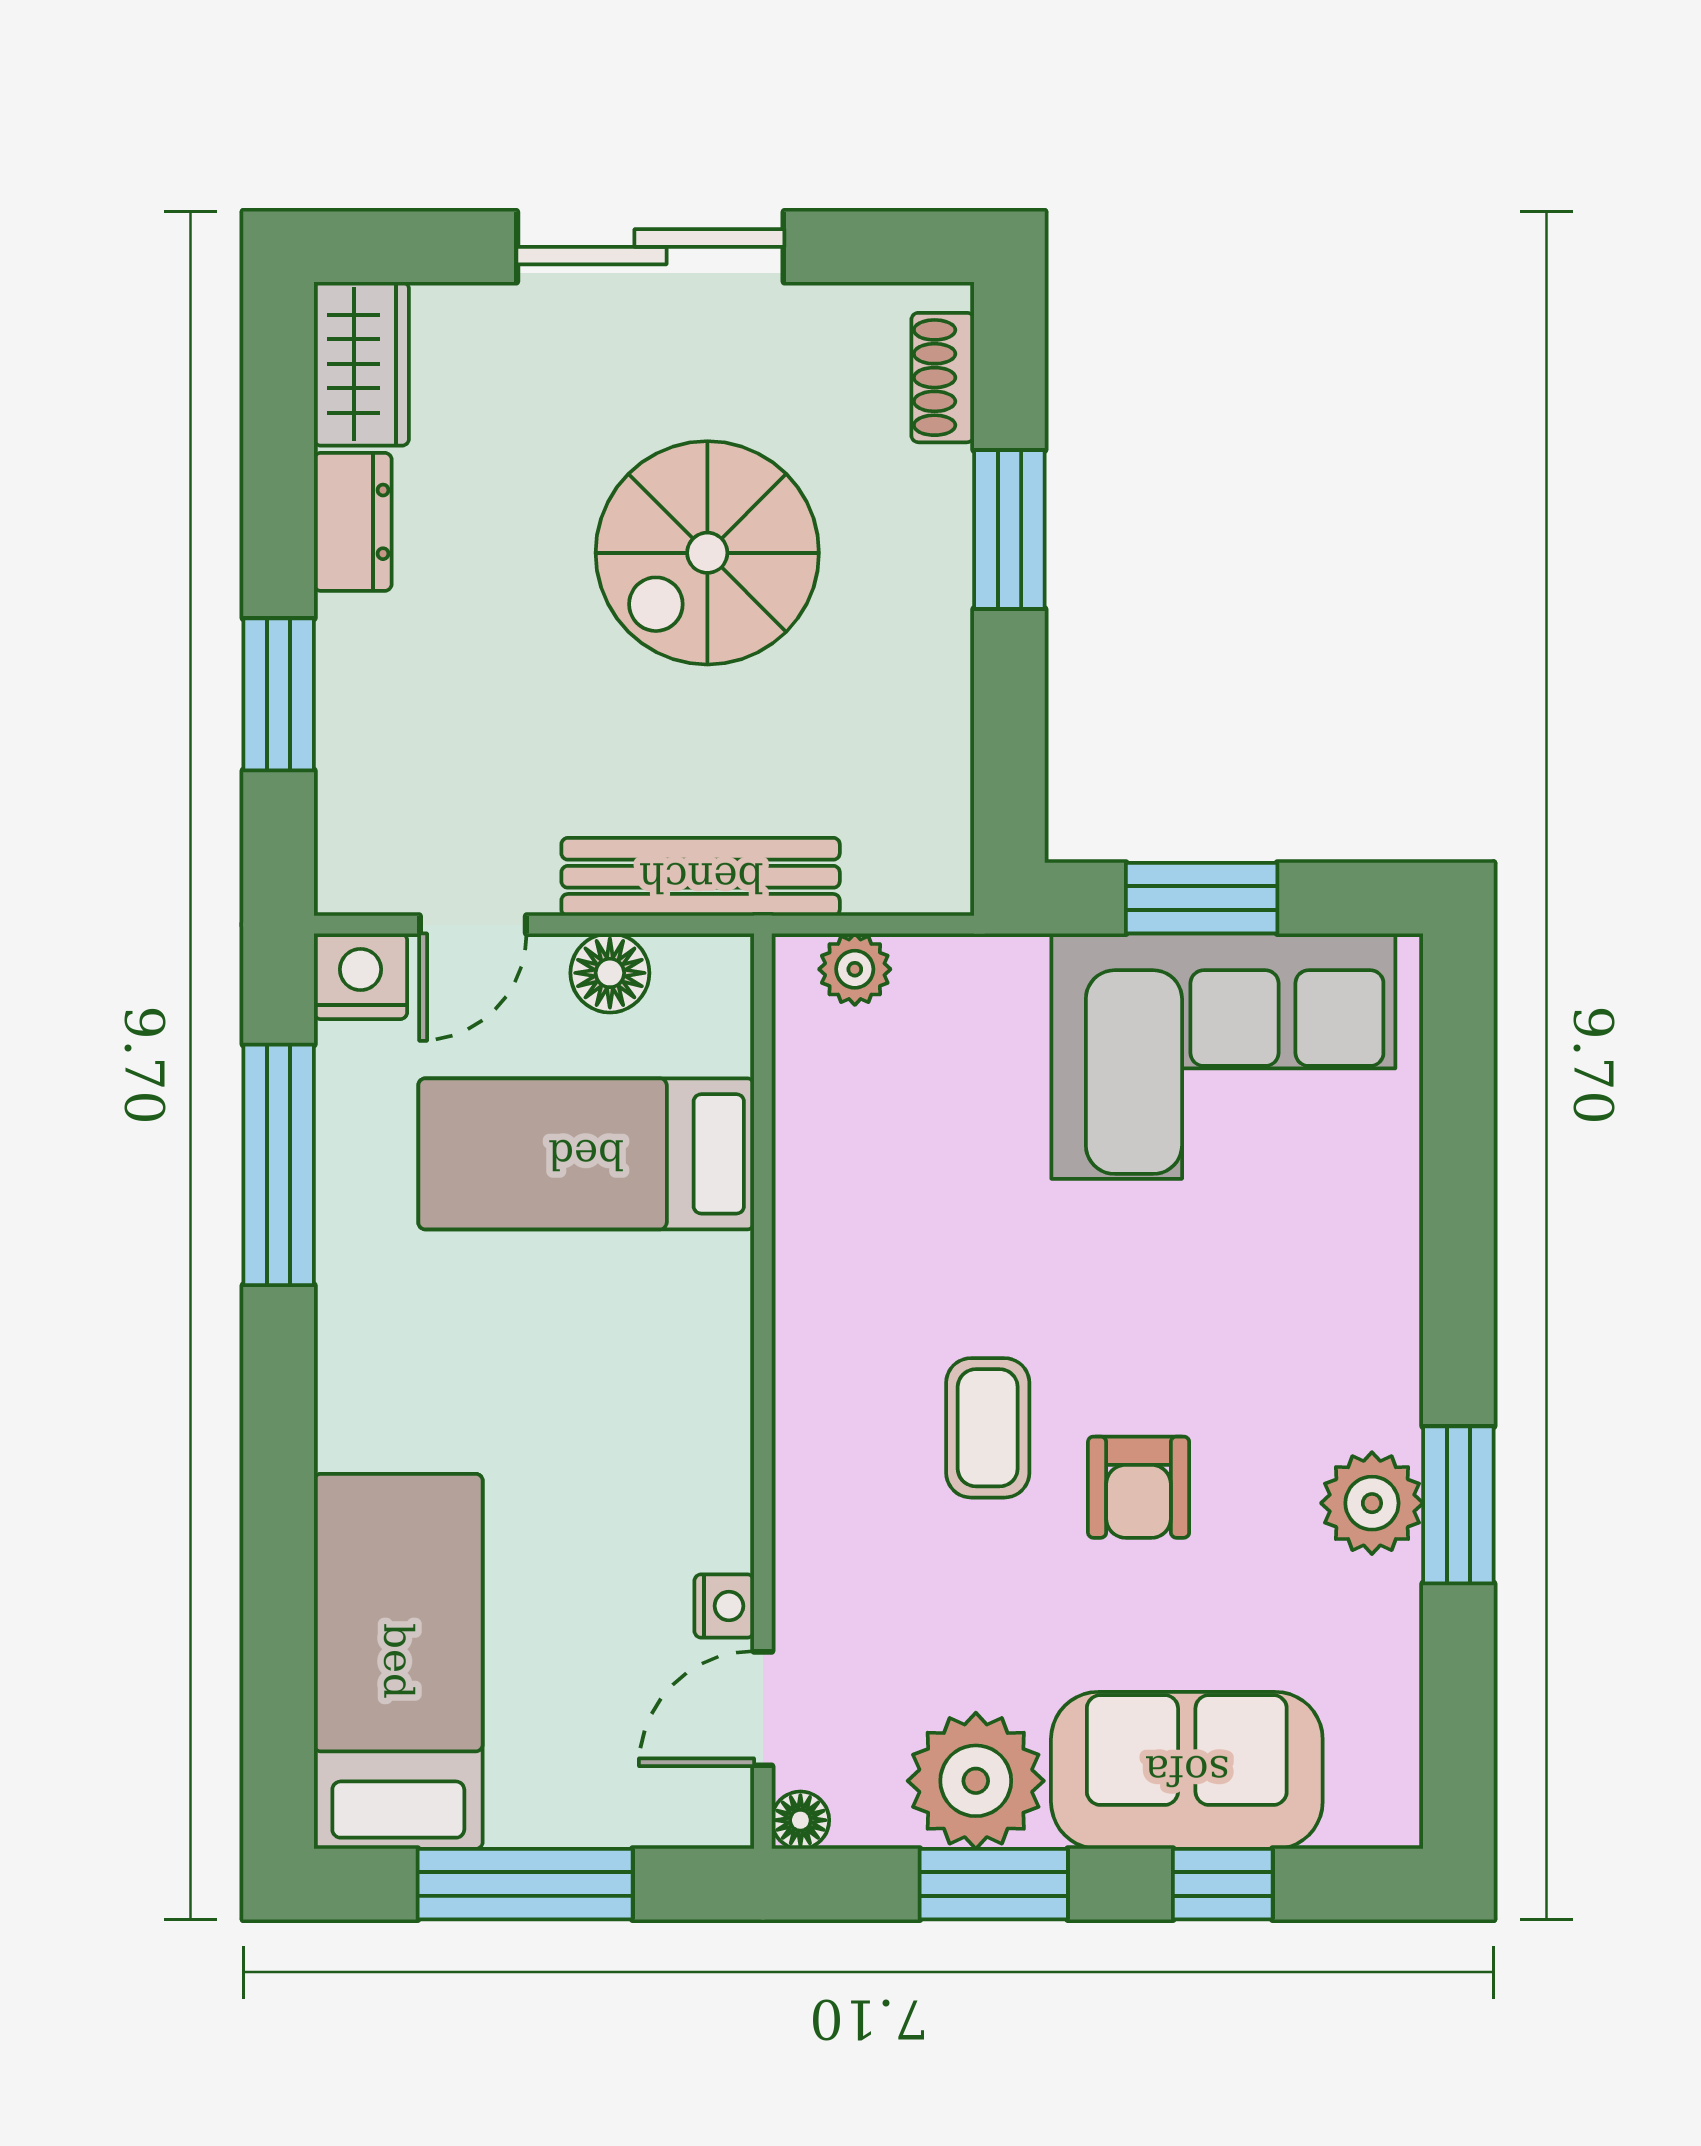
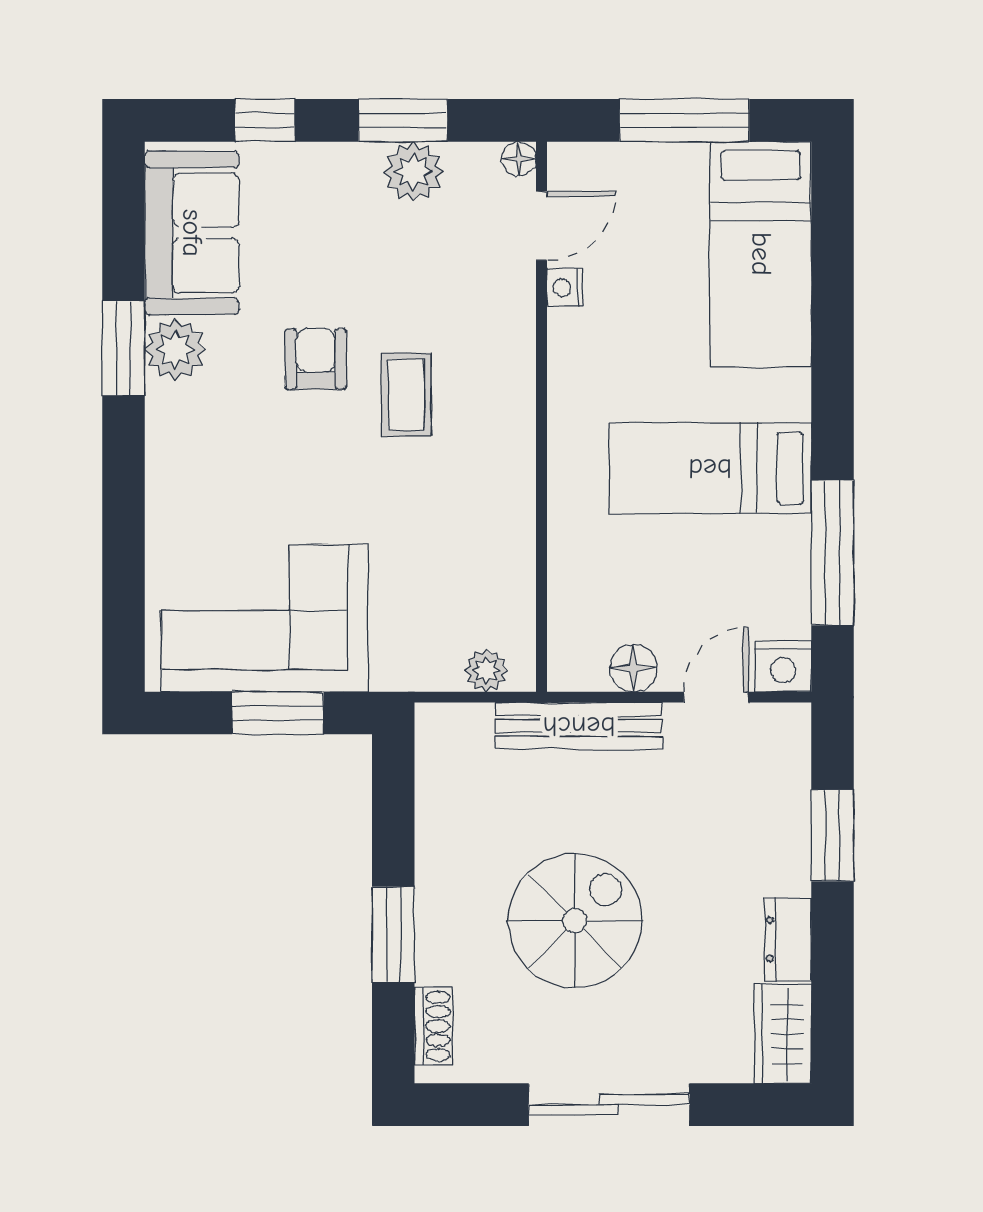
bed: (586, 1154) -> (710, 468), moved, turned 180
sofa: (1187, 1770) -> (192, 233), moved, turned -90
plant: (976, 1781) -> (414, 172), width x0.73, depth x0.73

